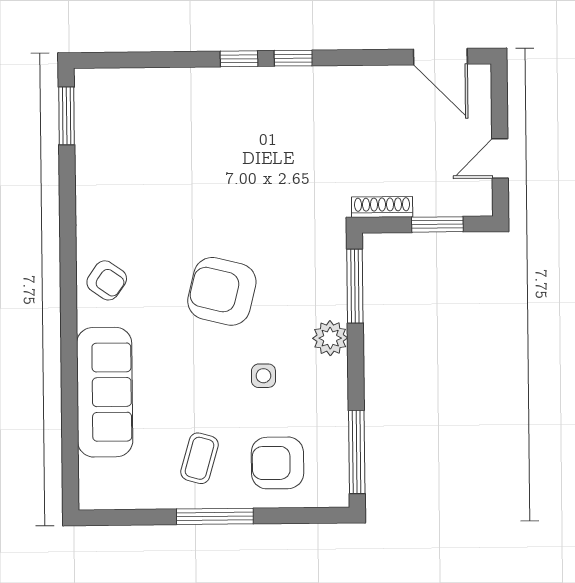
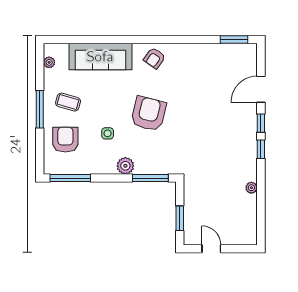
door: (440, 57) -> (261, 89), moved
plant: (373, 77) -> (251, 188), added
shoe rack: (382, 207) -> (188, 192), removed
plant: (118, 498) -> (49, 62), added

